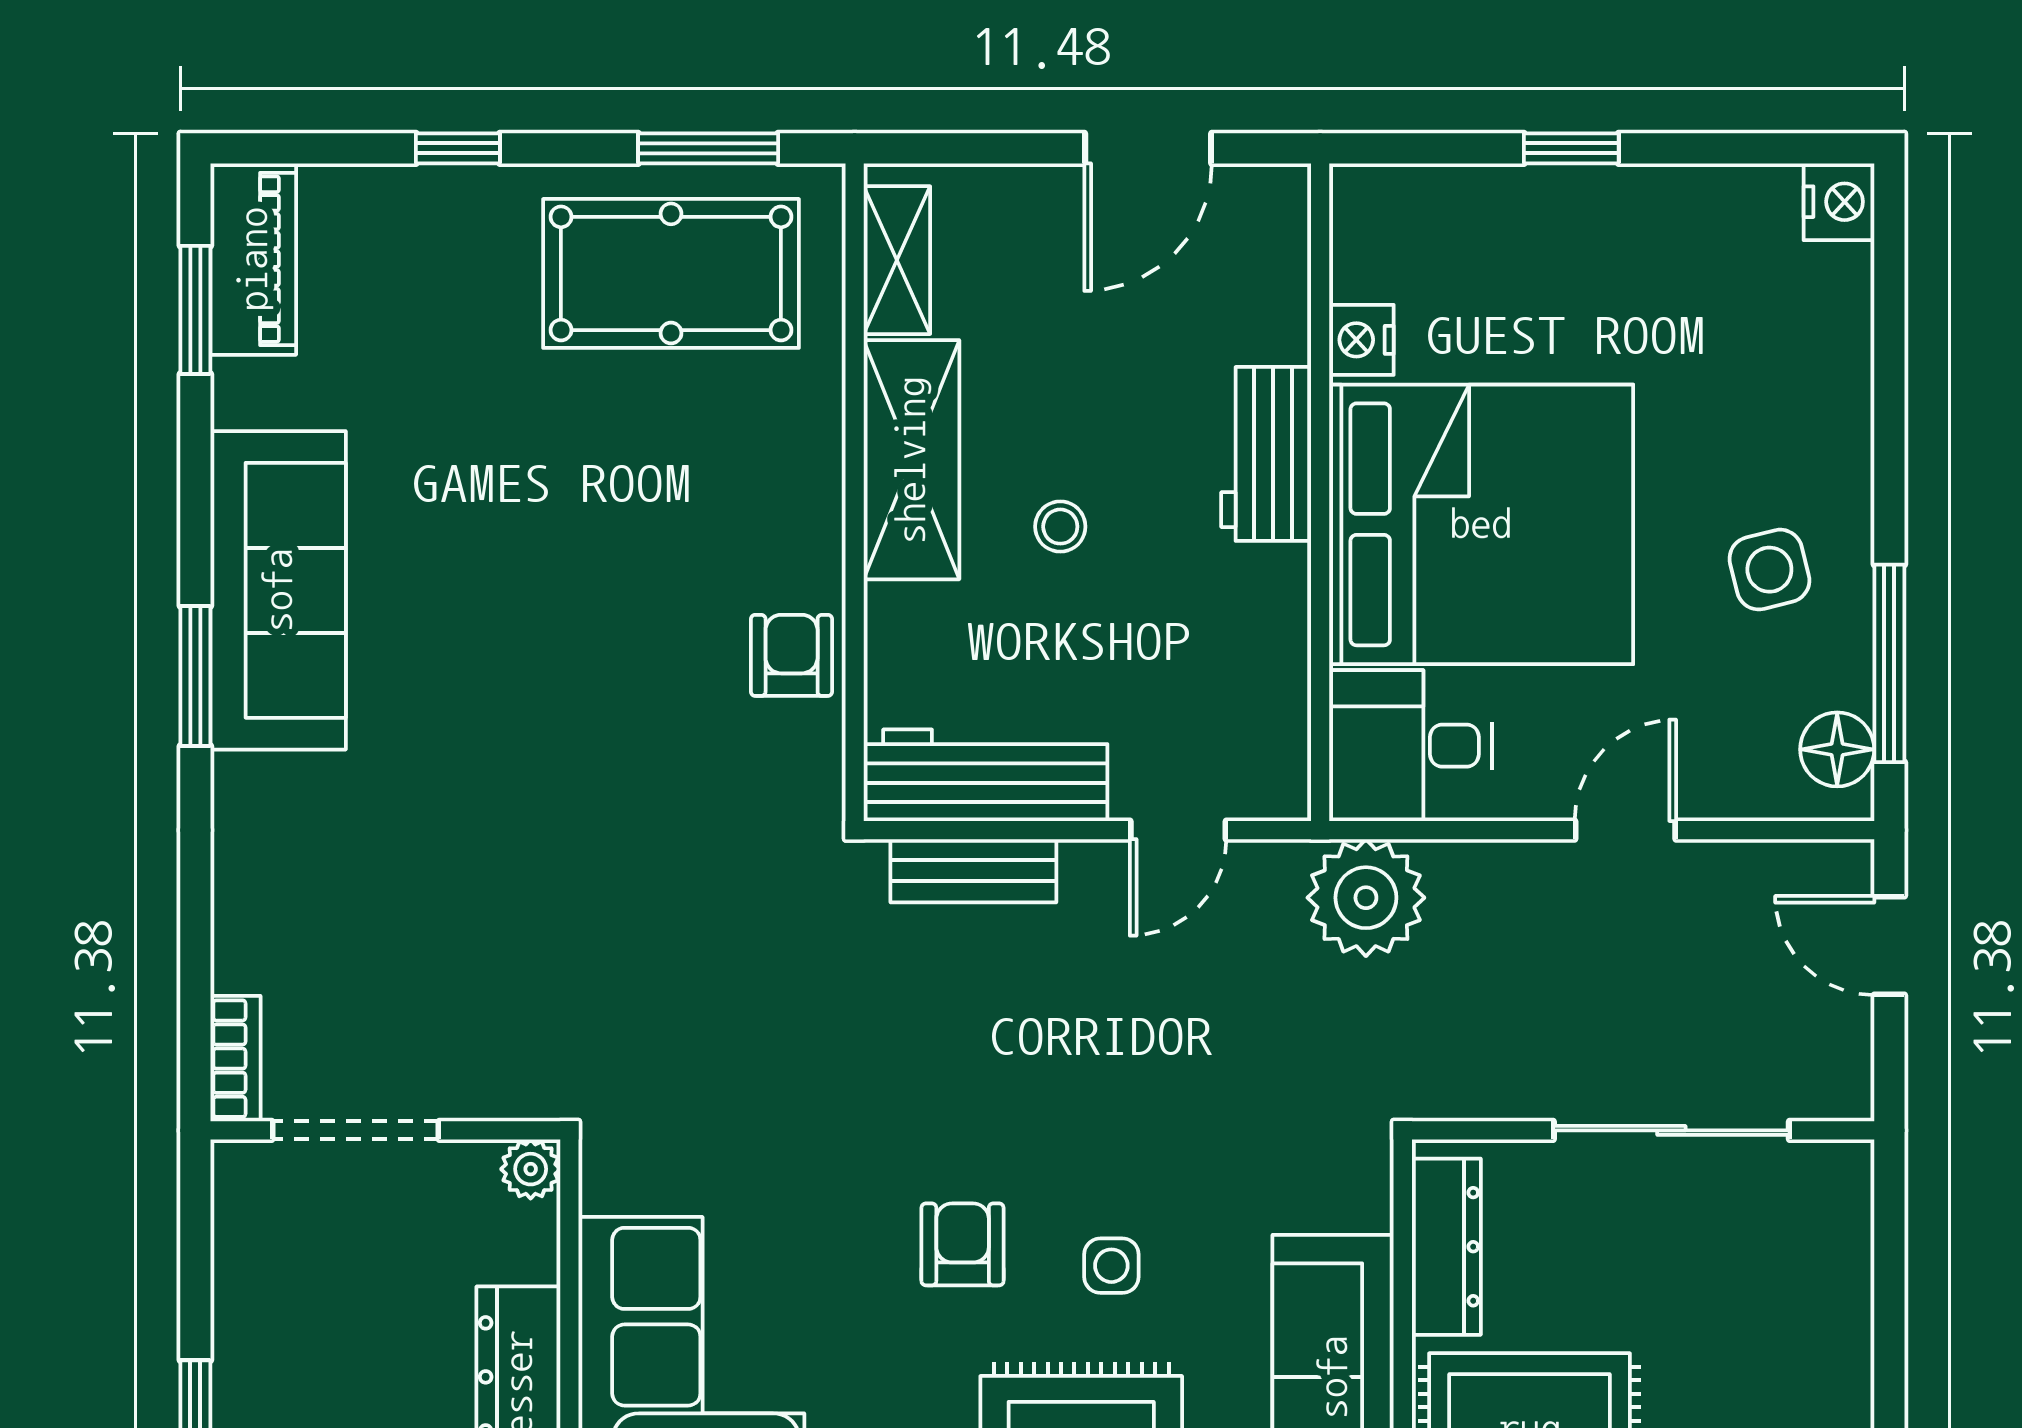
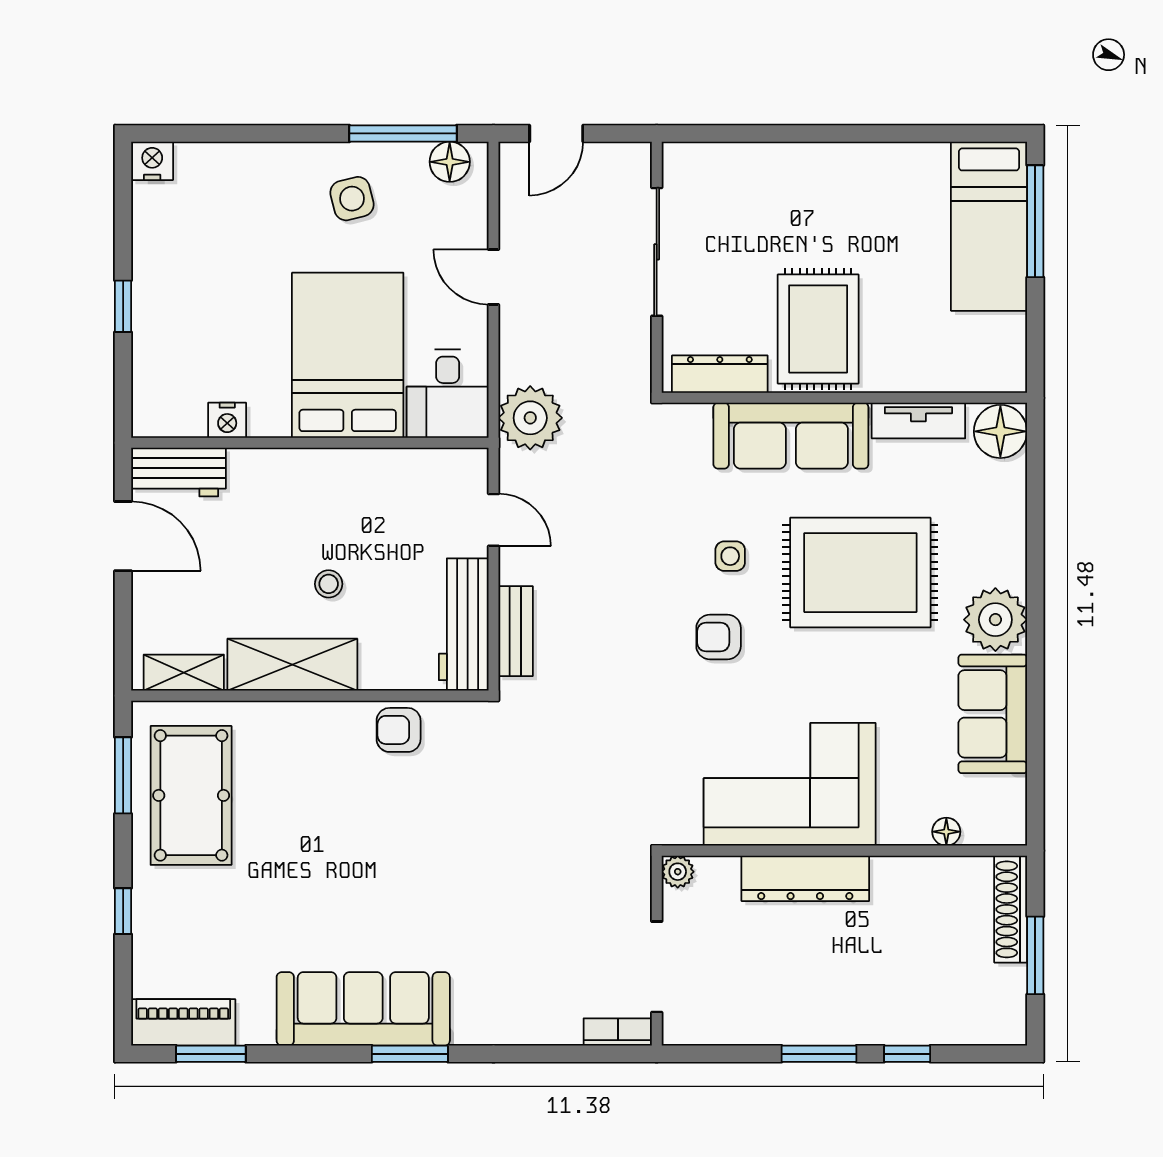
workbench: (1266, 454) -> (179, 472), moved
bed: (1481, 524) -> (348, 355), width x0.73

